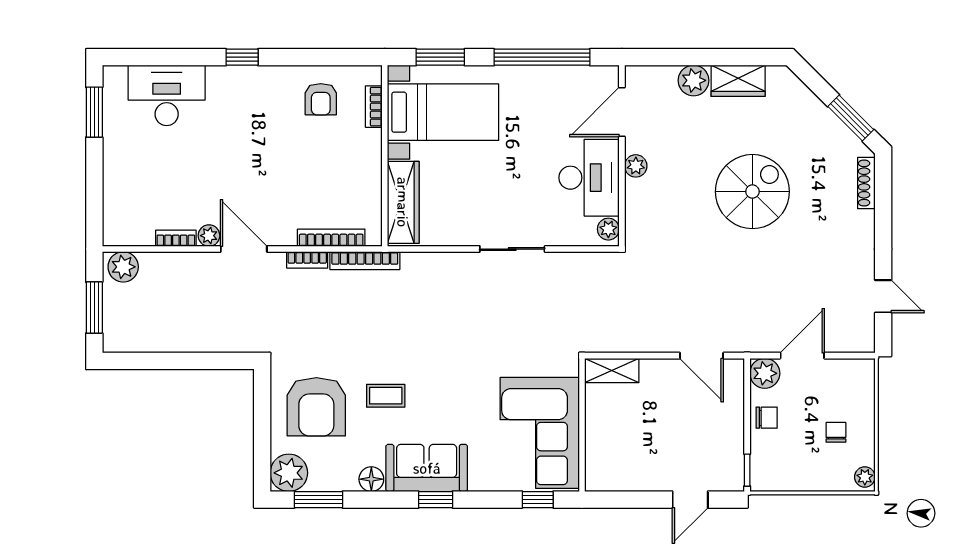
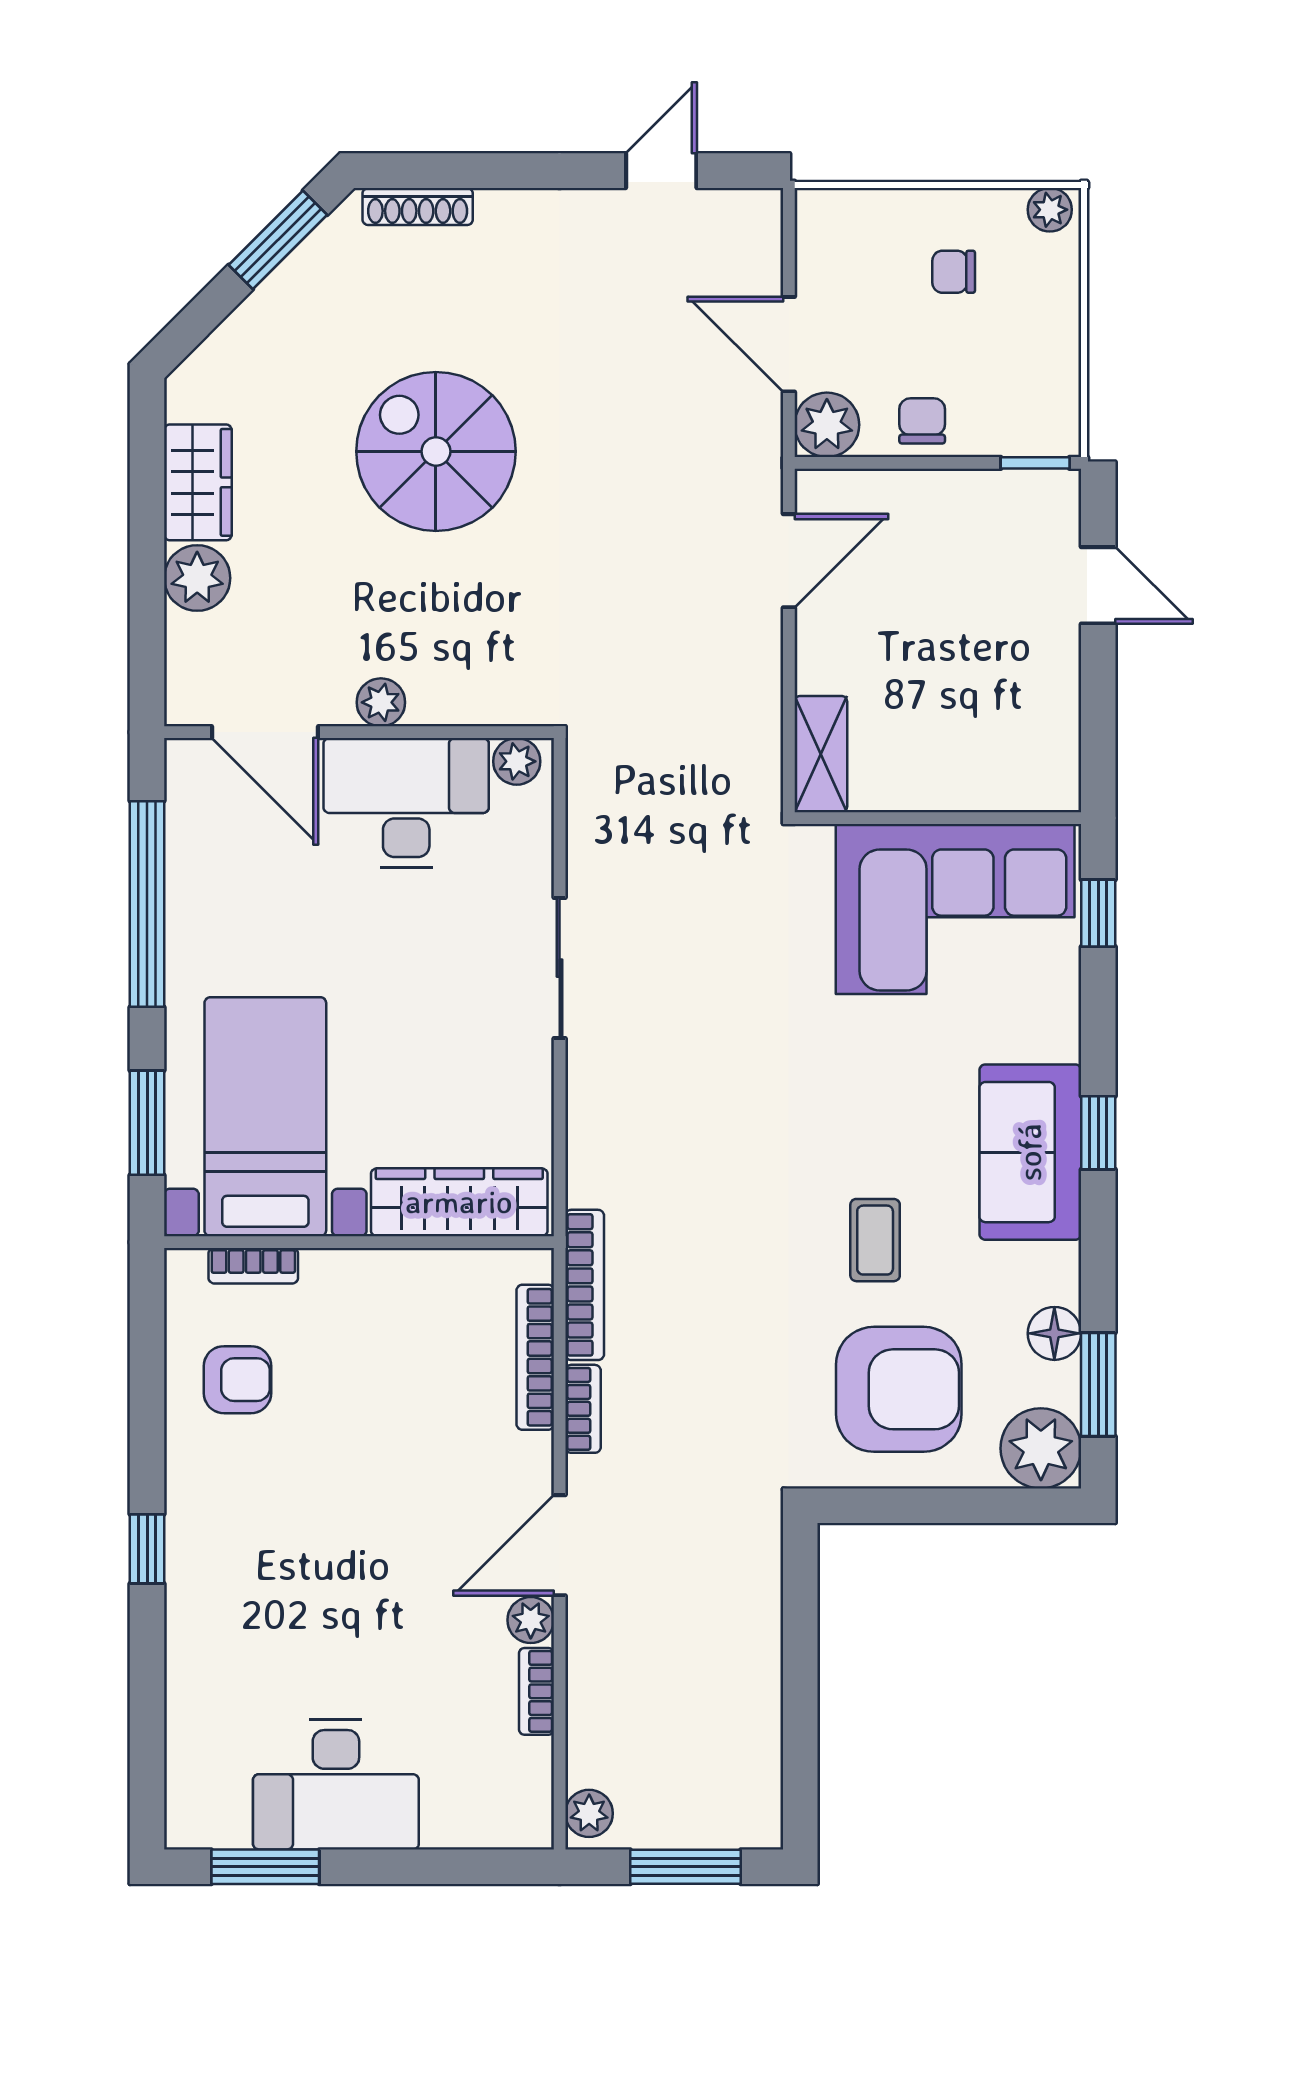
desk: (167, 95) -> (336, 1785), moved, turned -90
plant: (123, 267) -> (589, 1813), width x0.73, depth x0.73
floor lamp: (371, 479) -> (1054, 1333), moved

